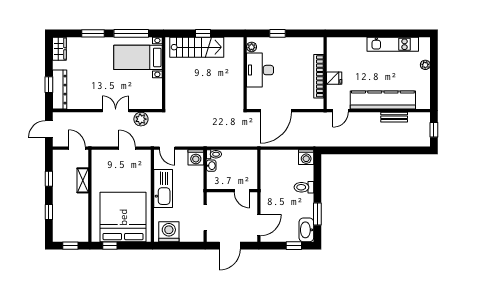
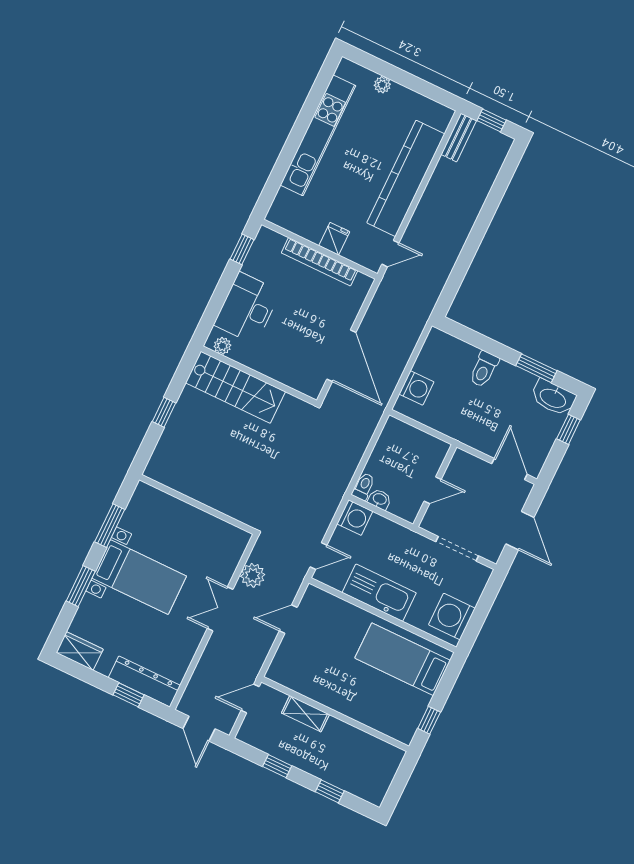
window: (131, 33) -> (110, 526), width x0.69
window: (278, 33) -> (242, 249), moved
kitchen unit: (393, 44) -> (318, 135), width x1.36
stairs: (197, 47) -> (235, 387), moved, turned 90
bed with nightstands: (138, 57) -> (139, 577), moved, turned -90
desk: (260, 70) -> (247, 308), moved, turned 90
door: (340, 111) -> (390, 254), hinge flipped
bench: (394, 117) -> (459, 138), moved
washing machine: (306, 157) -> (416, 388), moved
door: (242, 191) -> (433, 490), moved
bed: (123, 217) -> (403, 659), width x0.49
window: (70, 246) -> (399, 783), removed

